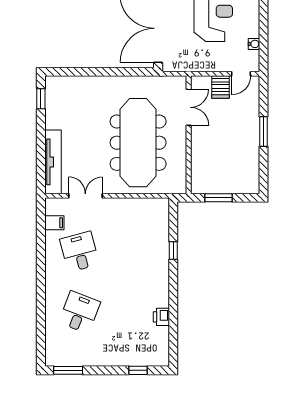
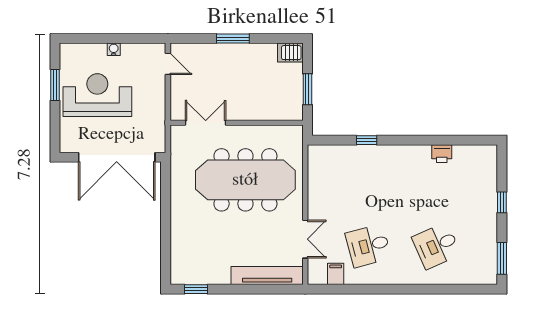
water cooler: (254, 44) -> (114, 49), moved
server rack: (221, 87) -> (290, 53), moved, turned 180
double door: (85, 196) -> (305, 239), swing flipped
desk: (80, 312) -> (436, 246), turned -45
window: (138, 370) -> (502, 202), moved

